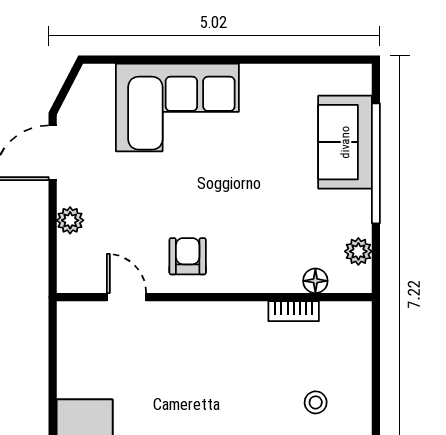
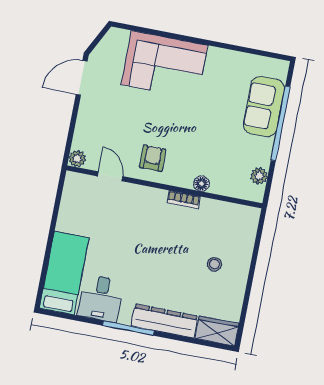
plant: (70, 220) -> (77, 159), moved
floor lamp: (315, 281) -> (201, 184), moved
bookcase: (294, 311) -> (184, 200), moved

